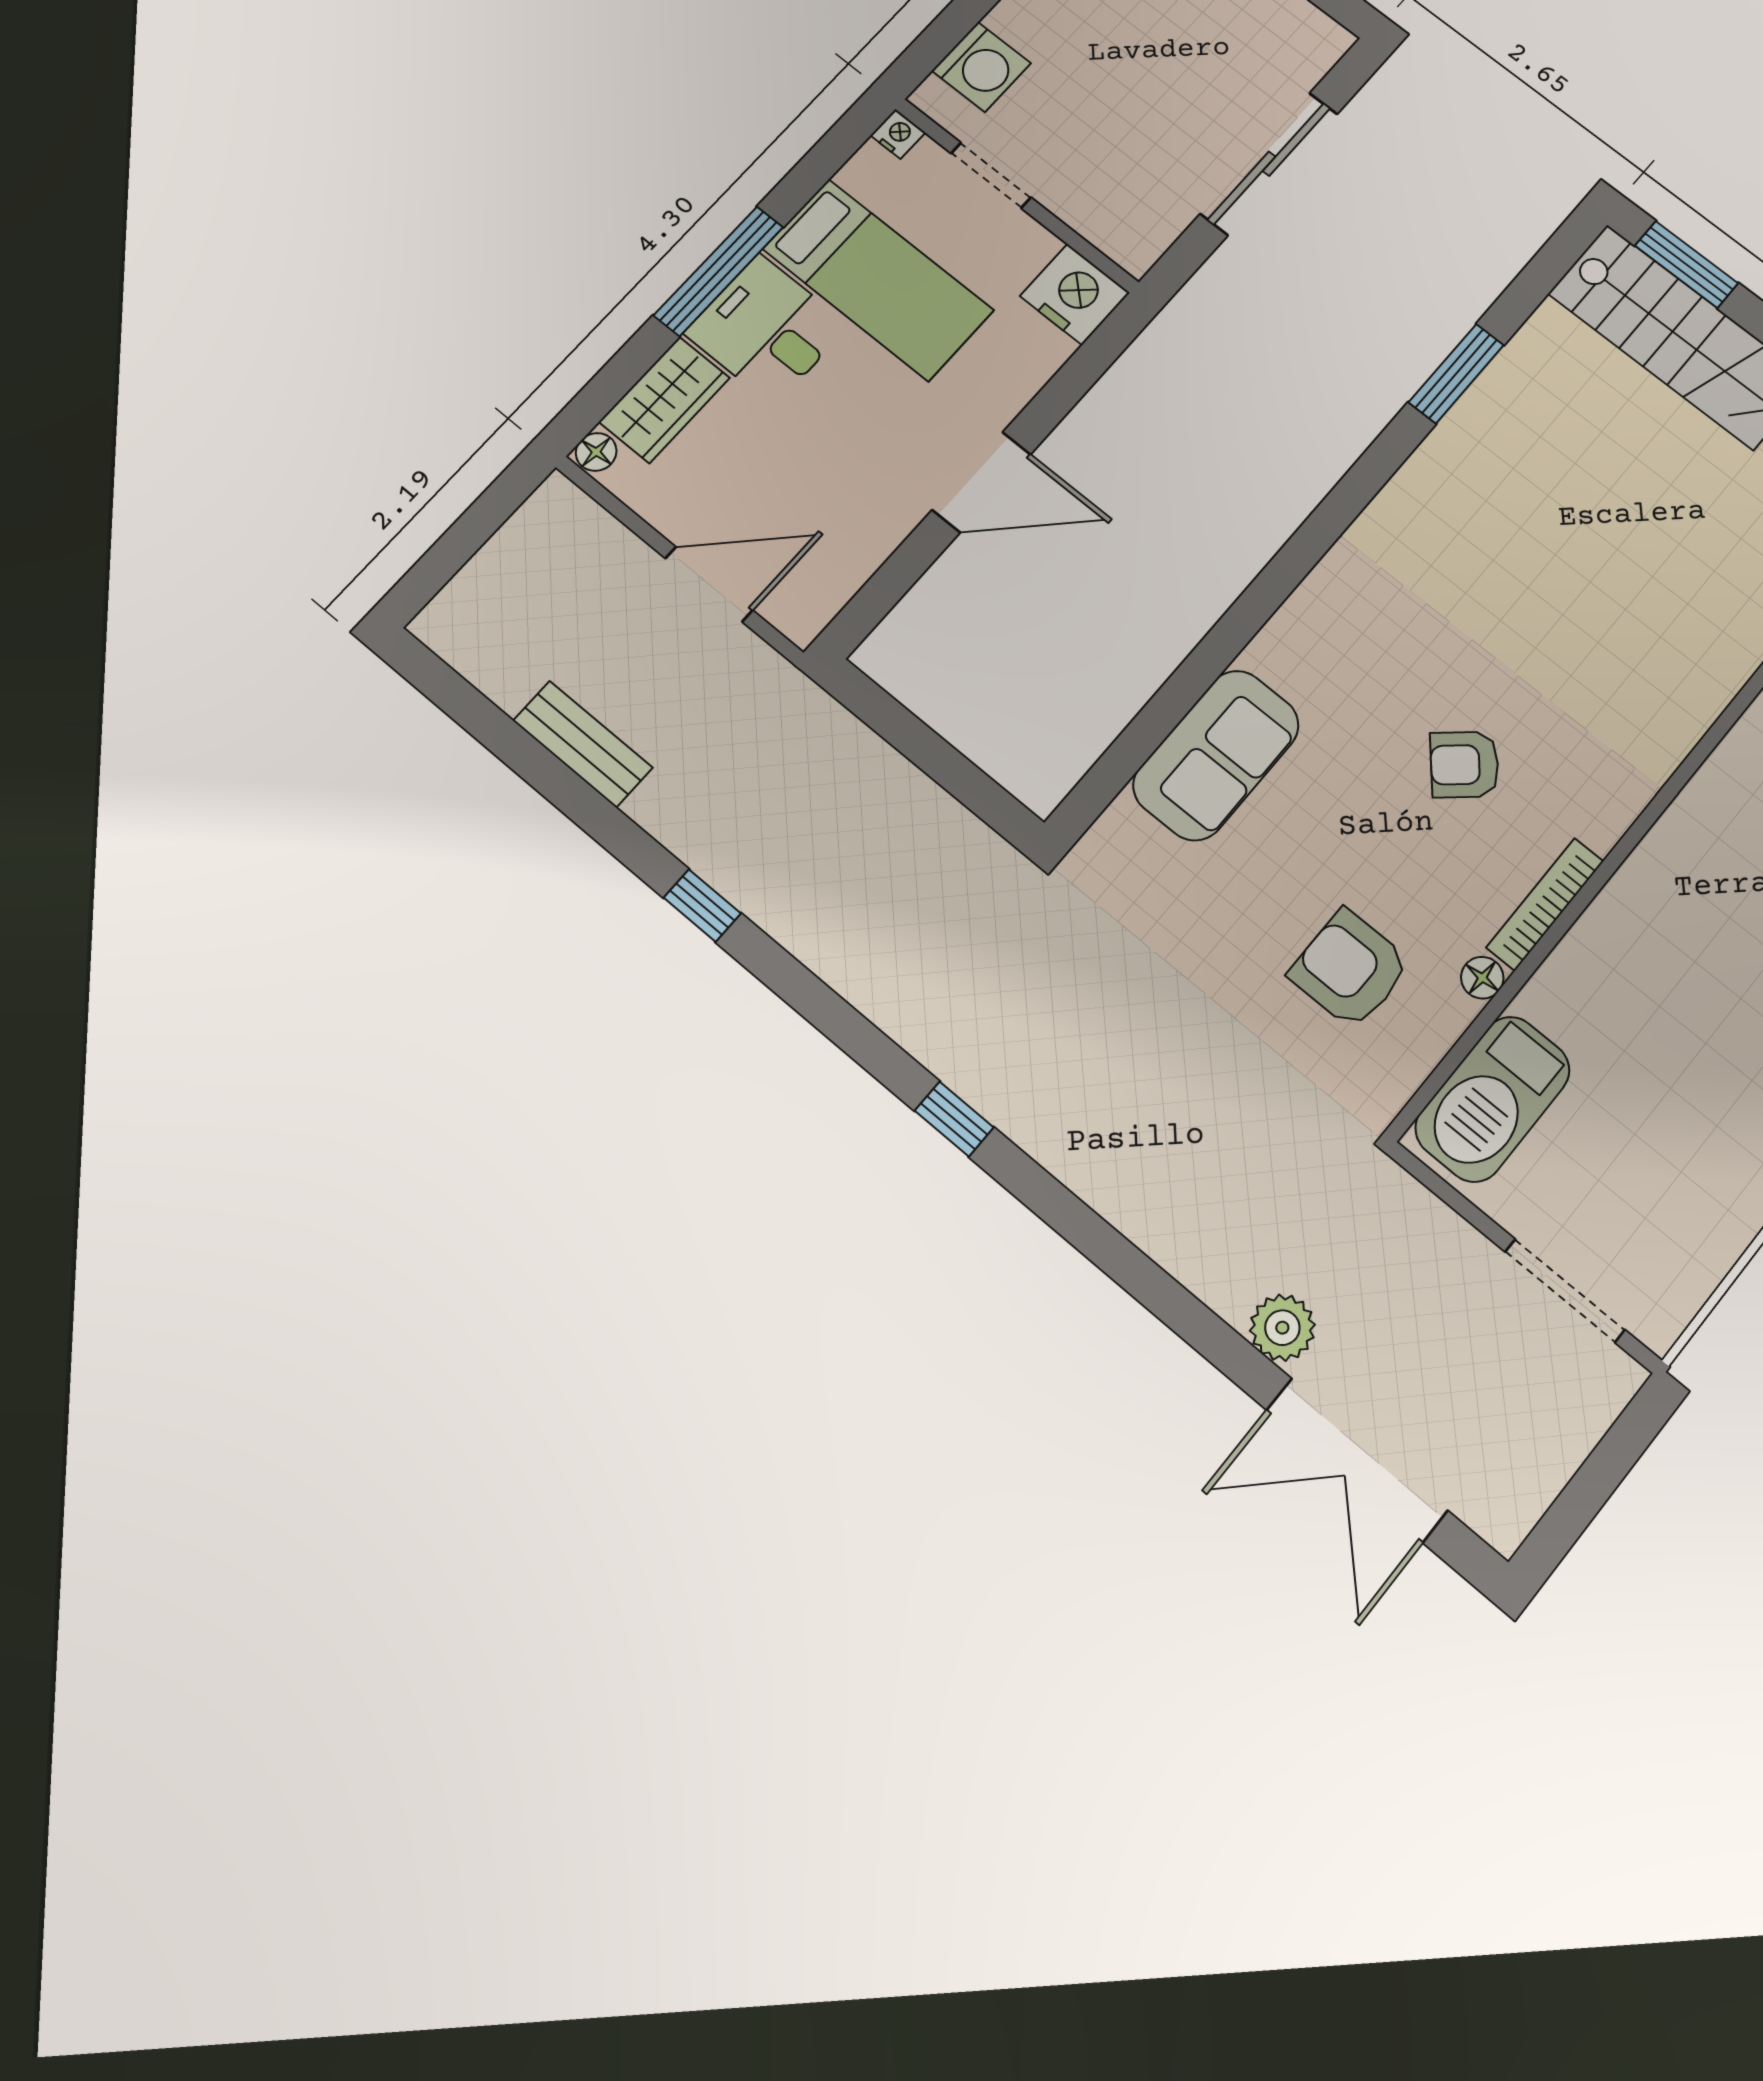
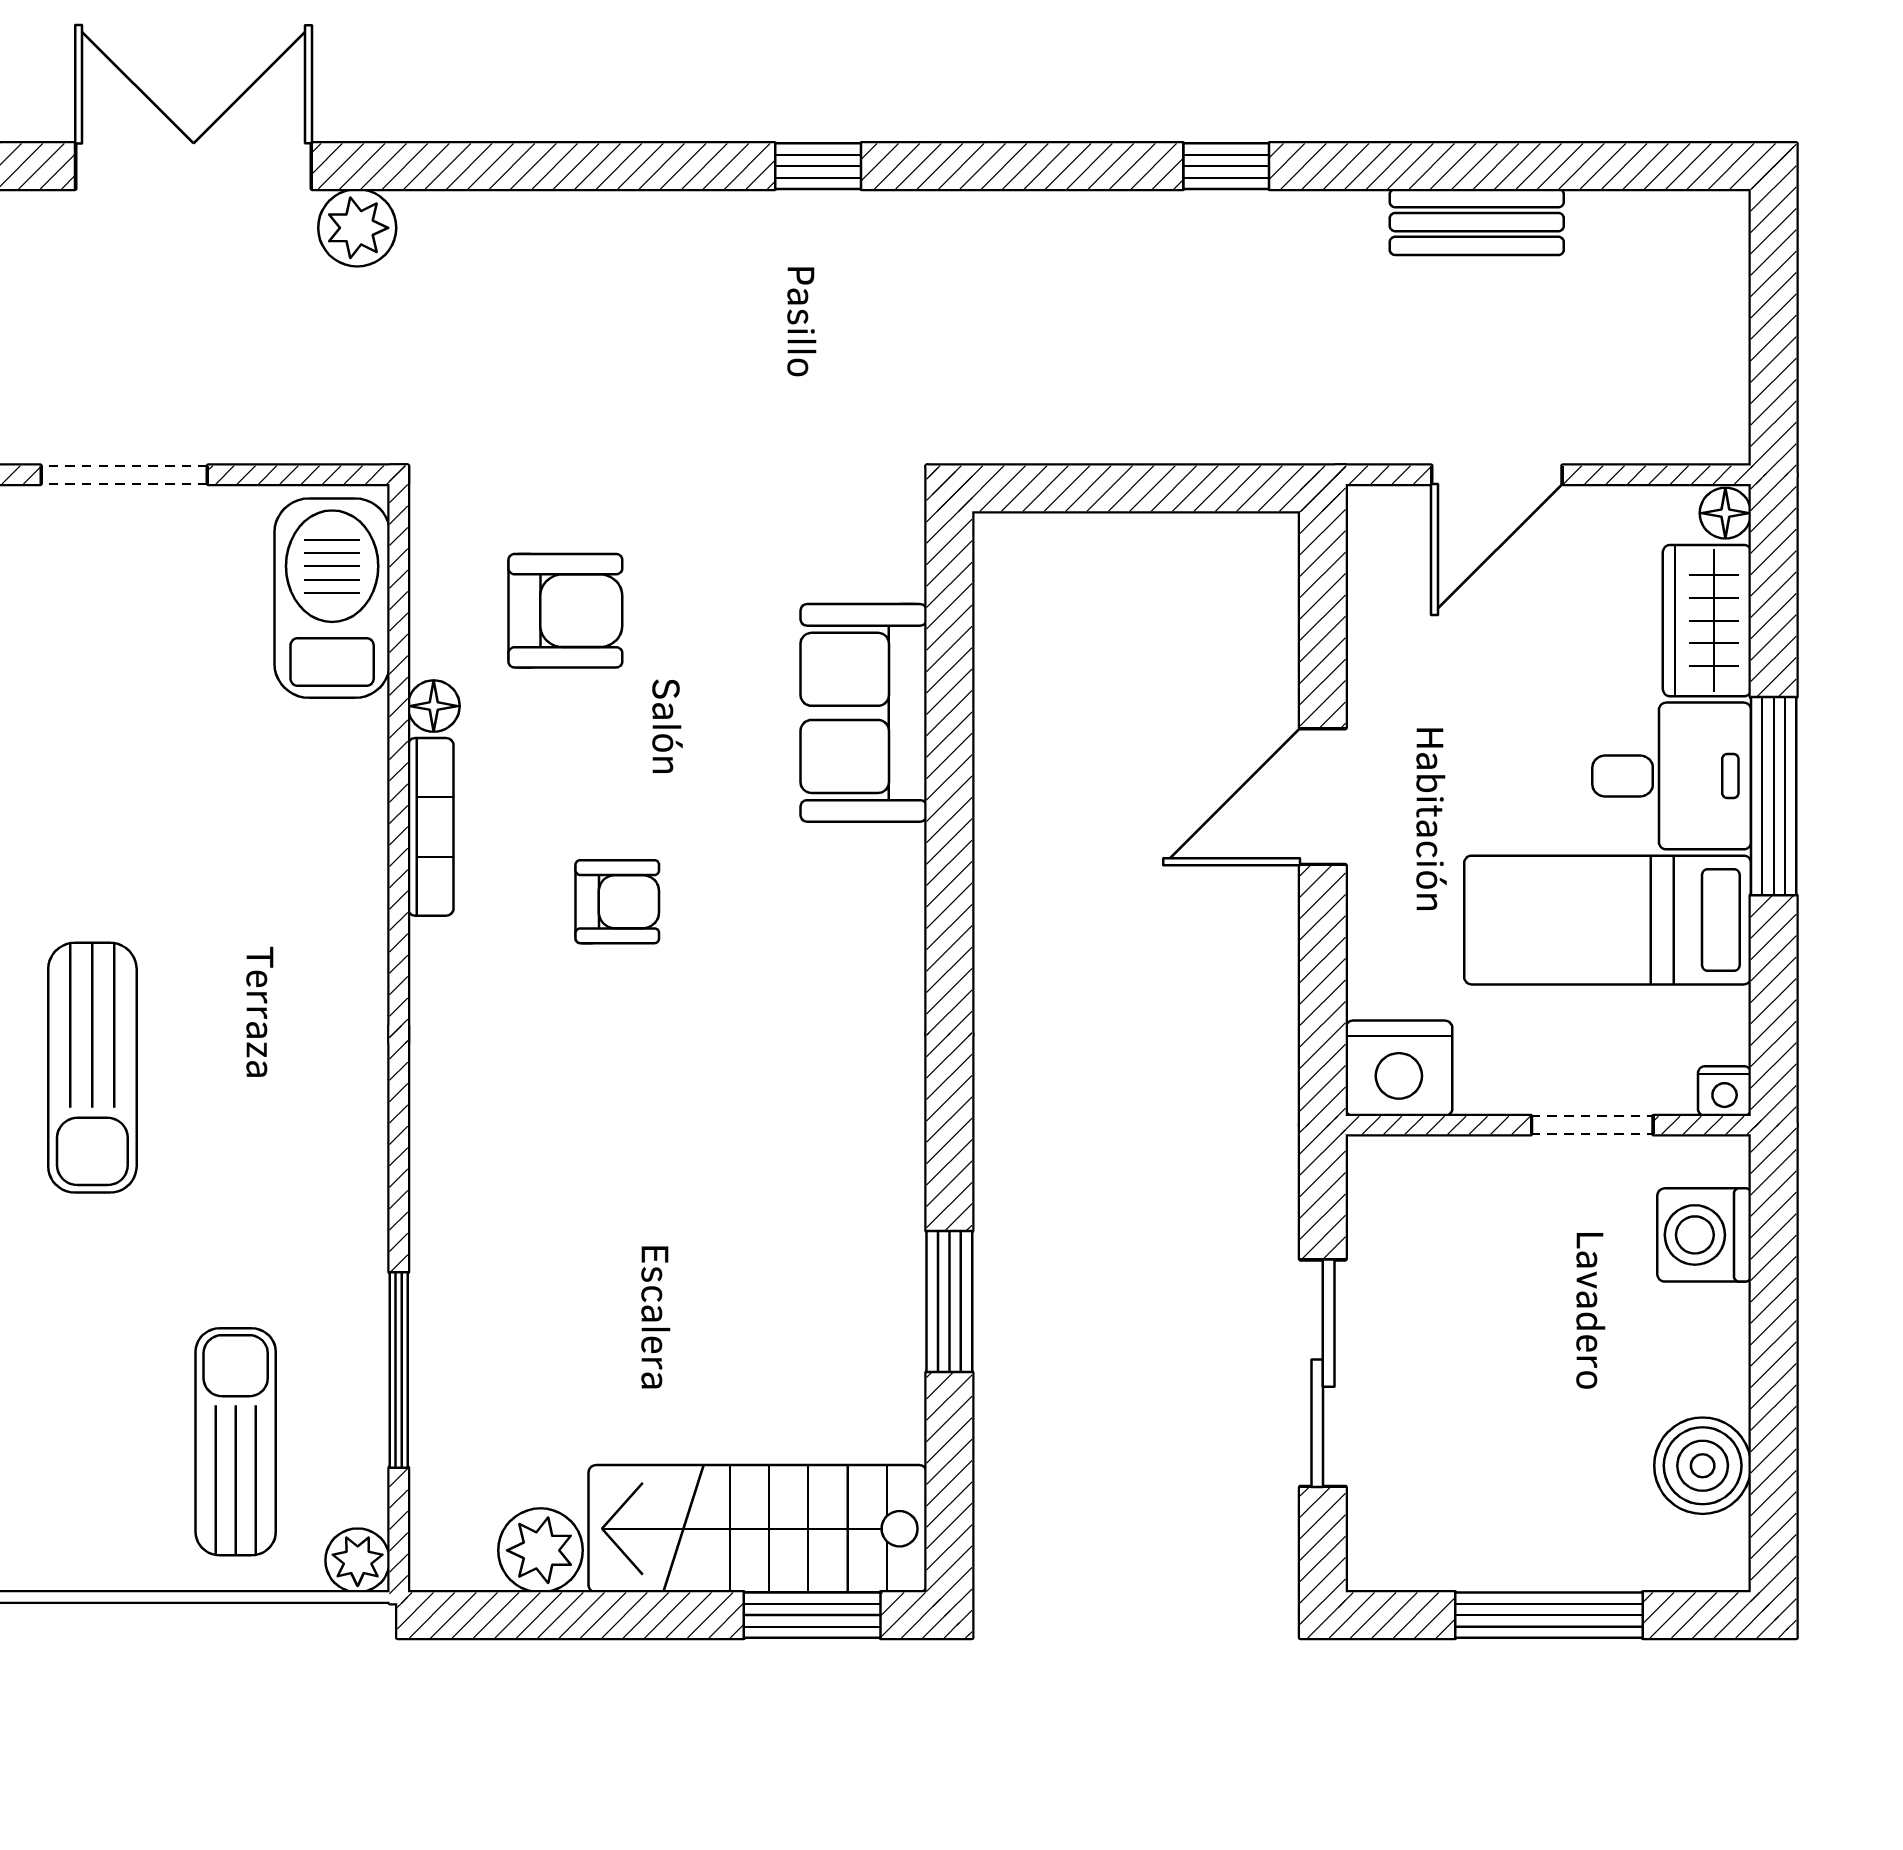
armchair: (1465, 765) -> (617, 902), turned 41

